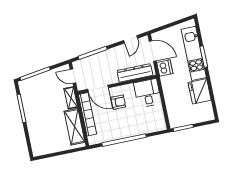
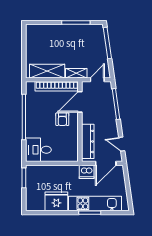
desk: (147, 93) -> (38, 150), moved, turned 180

